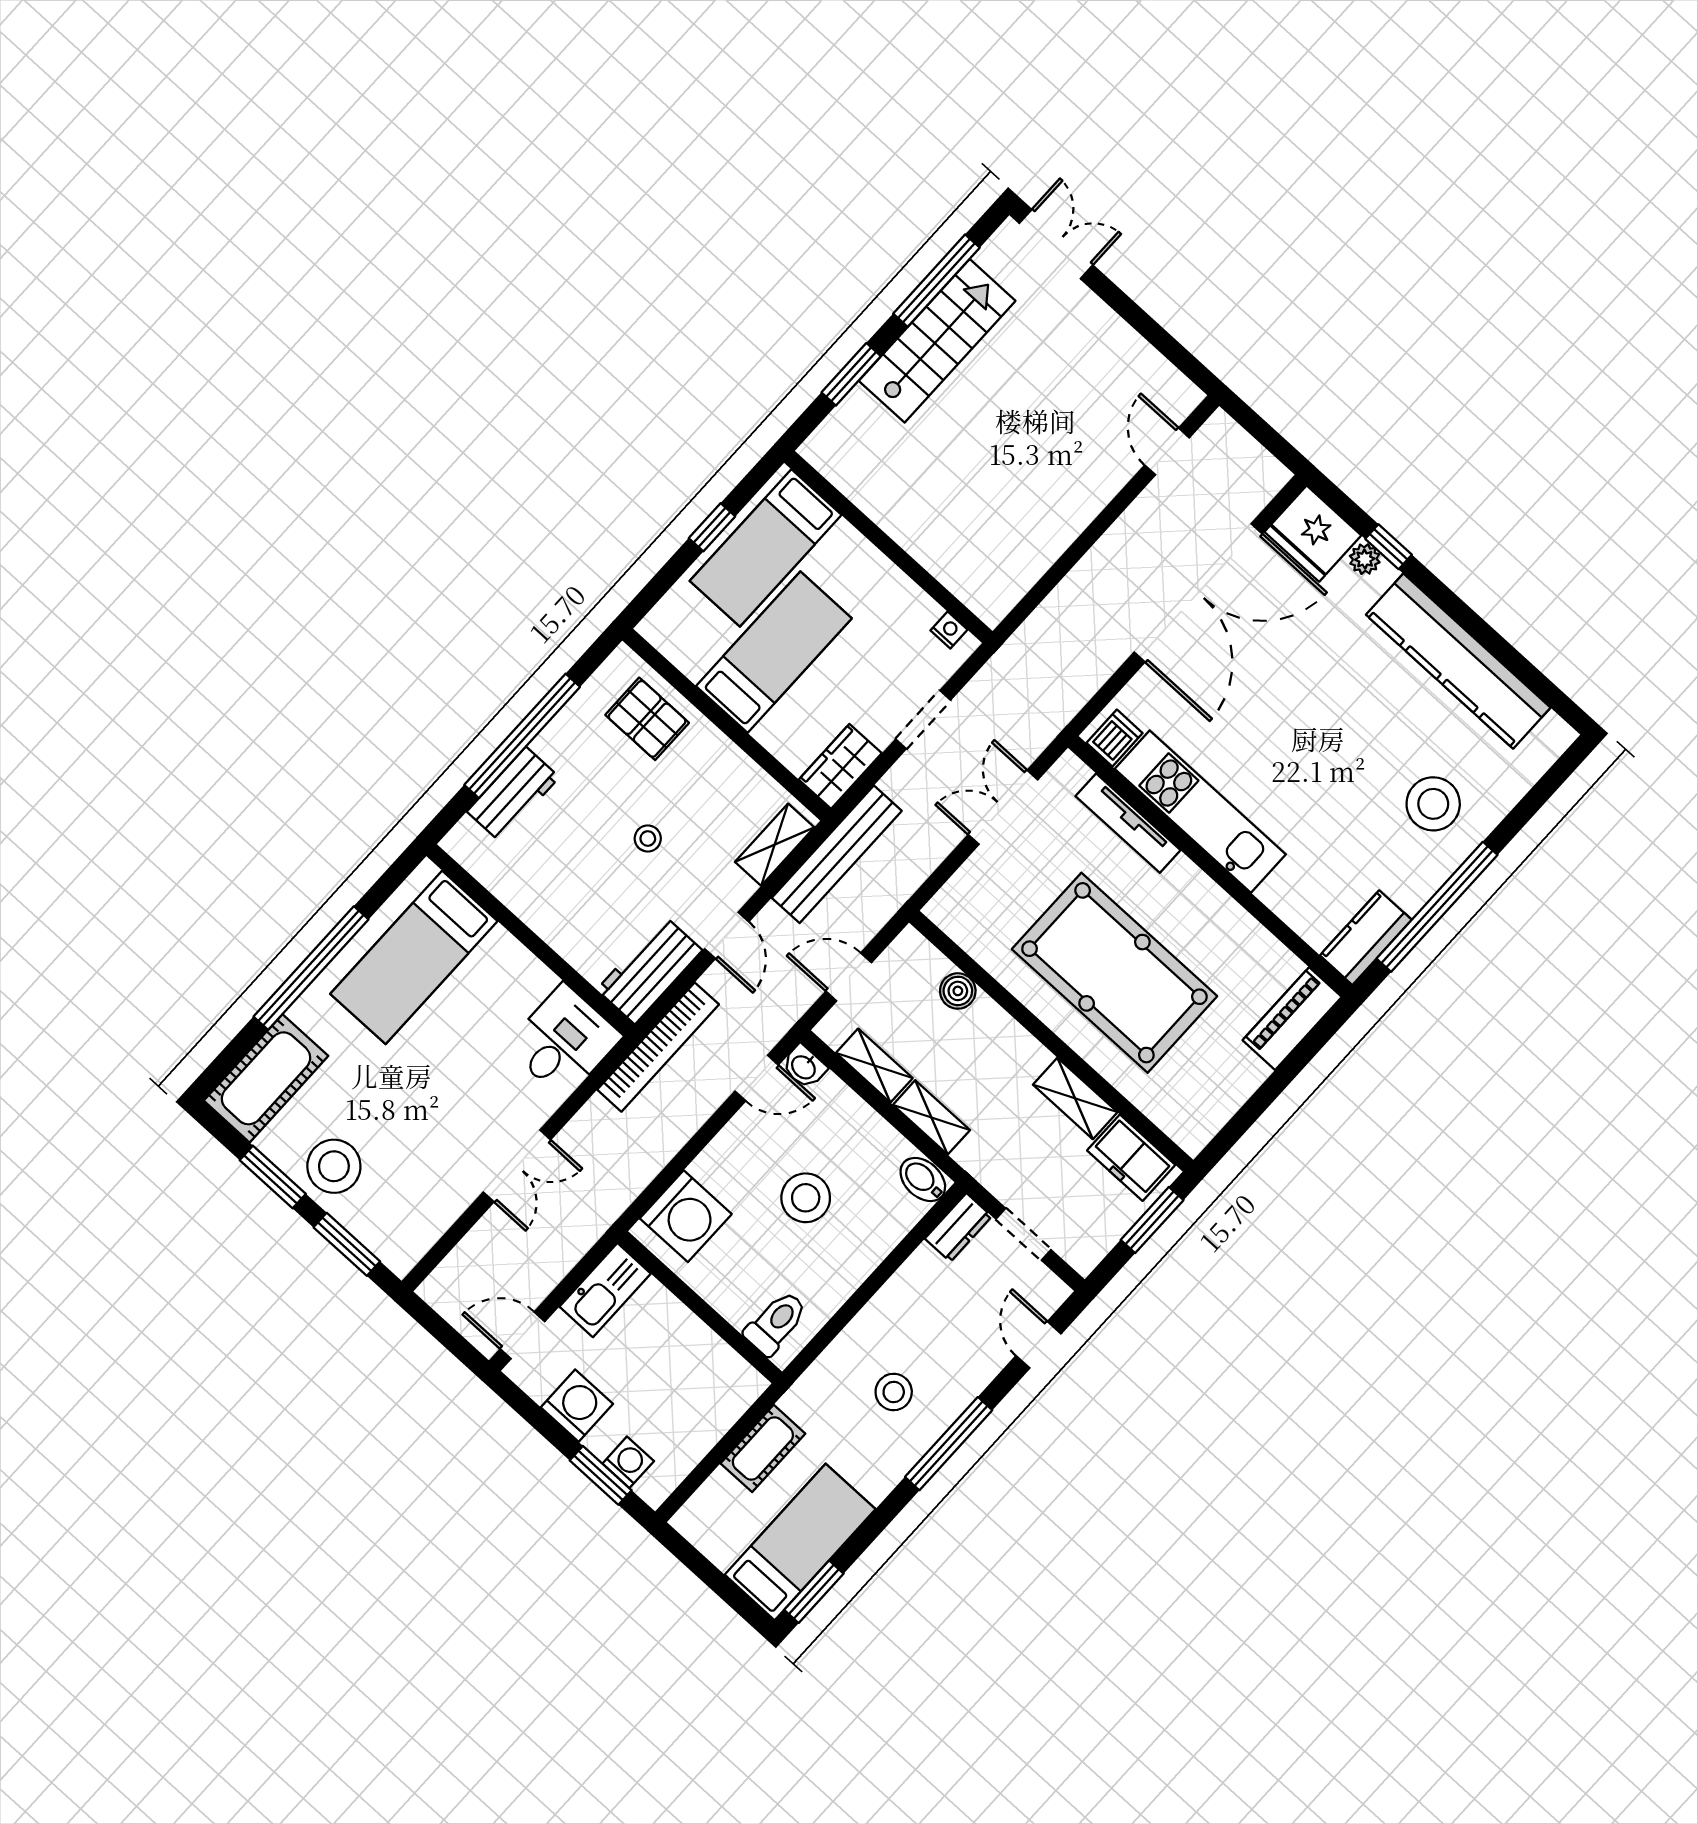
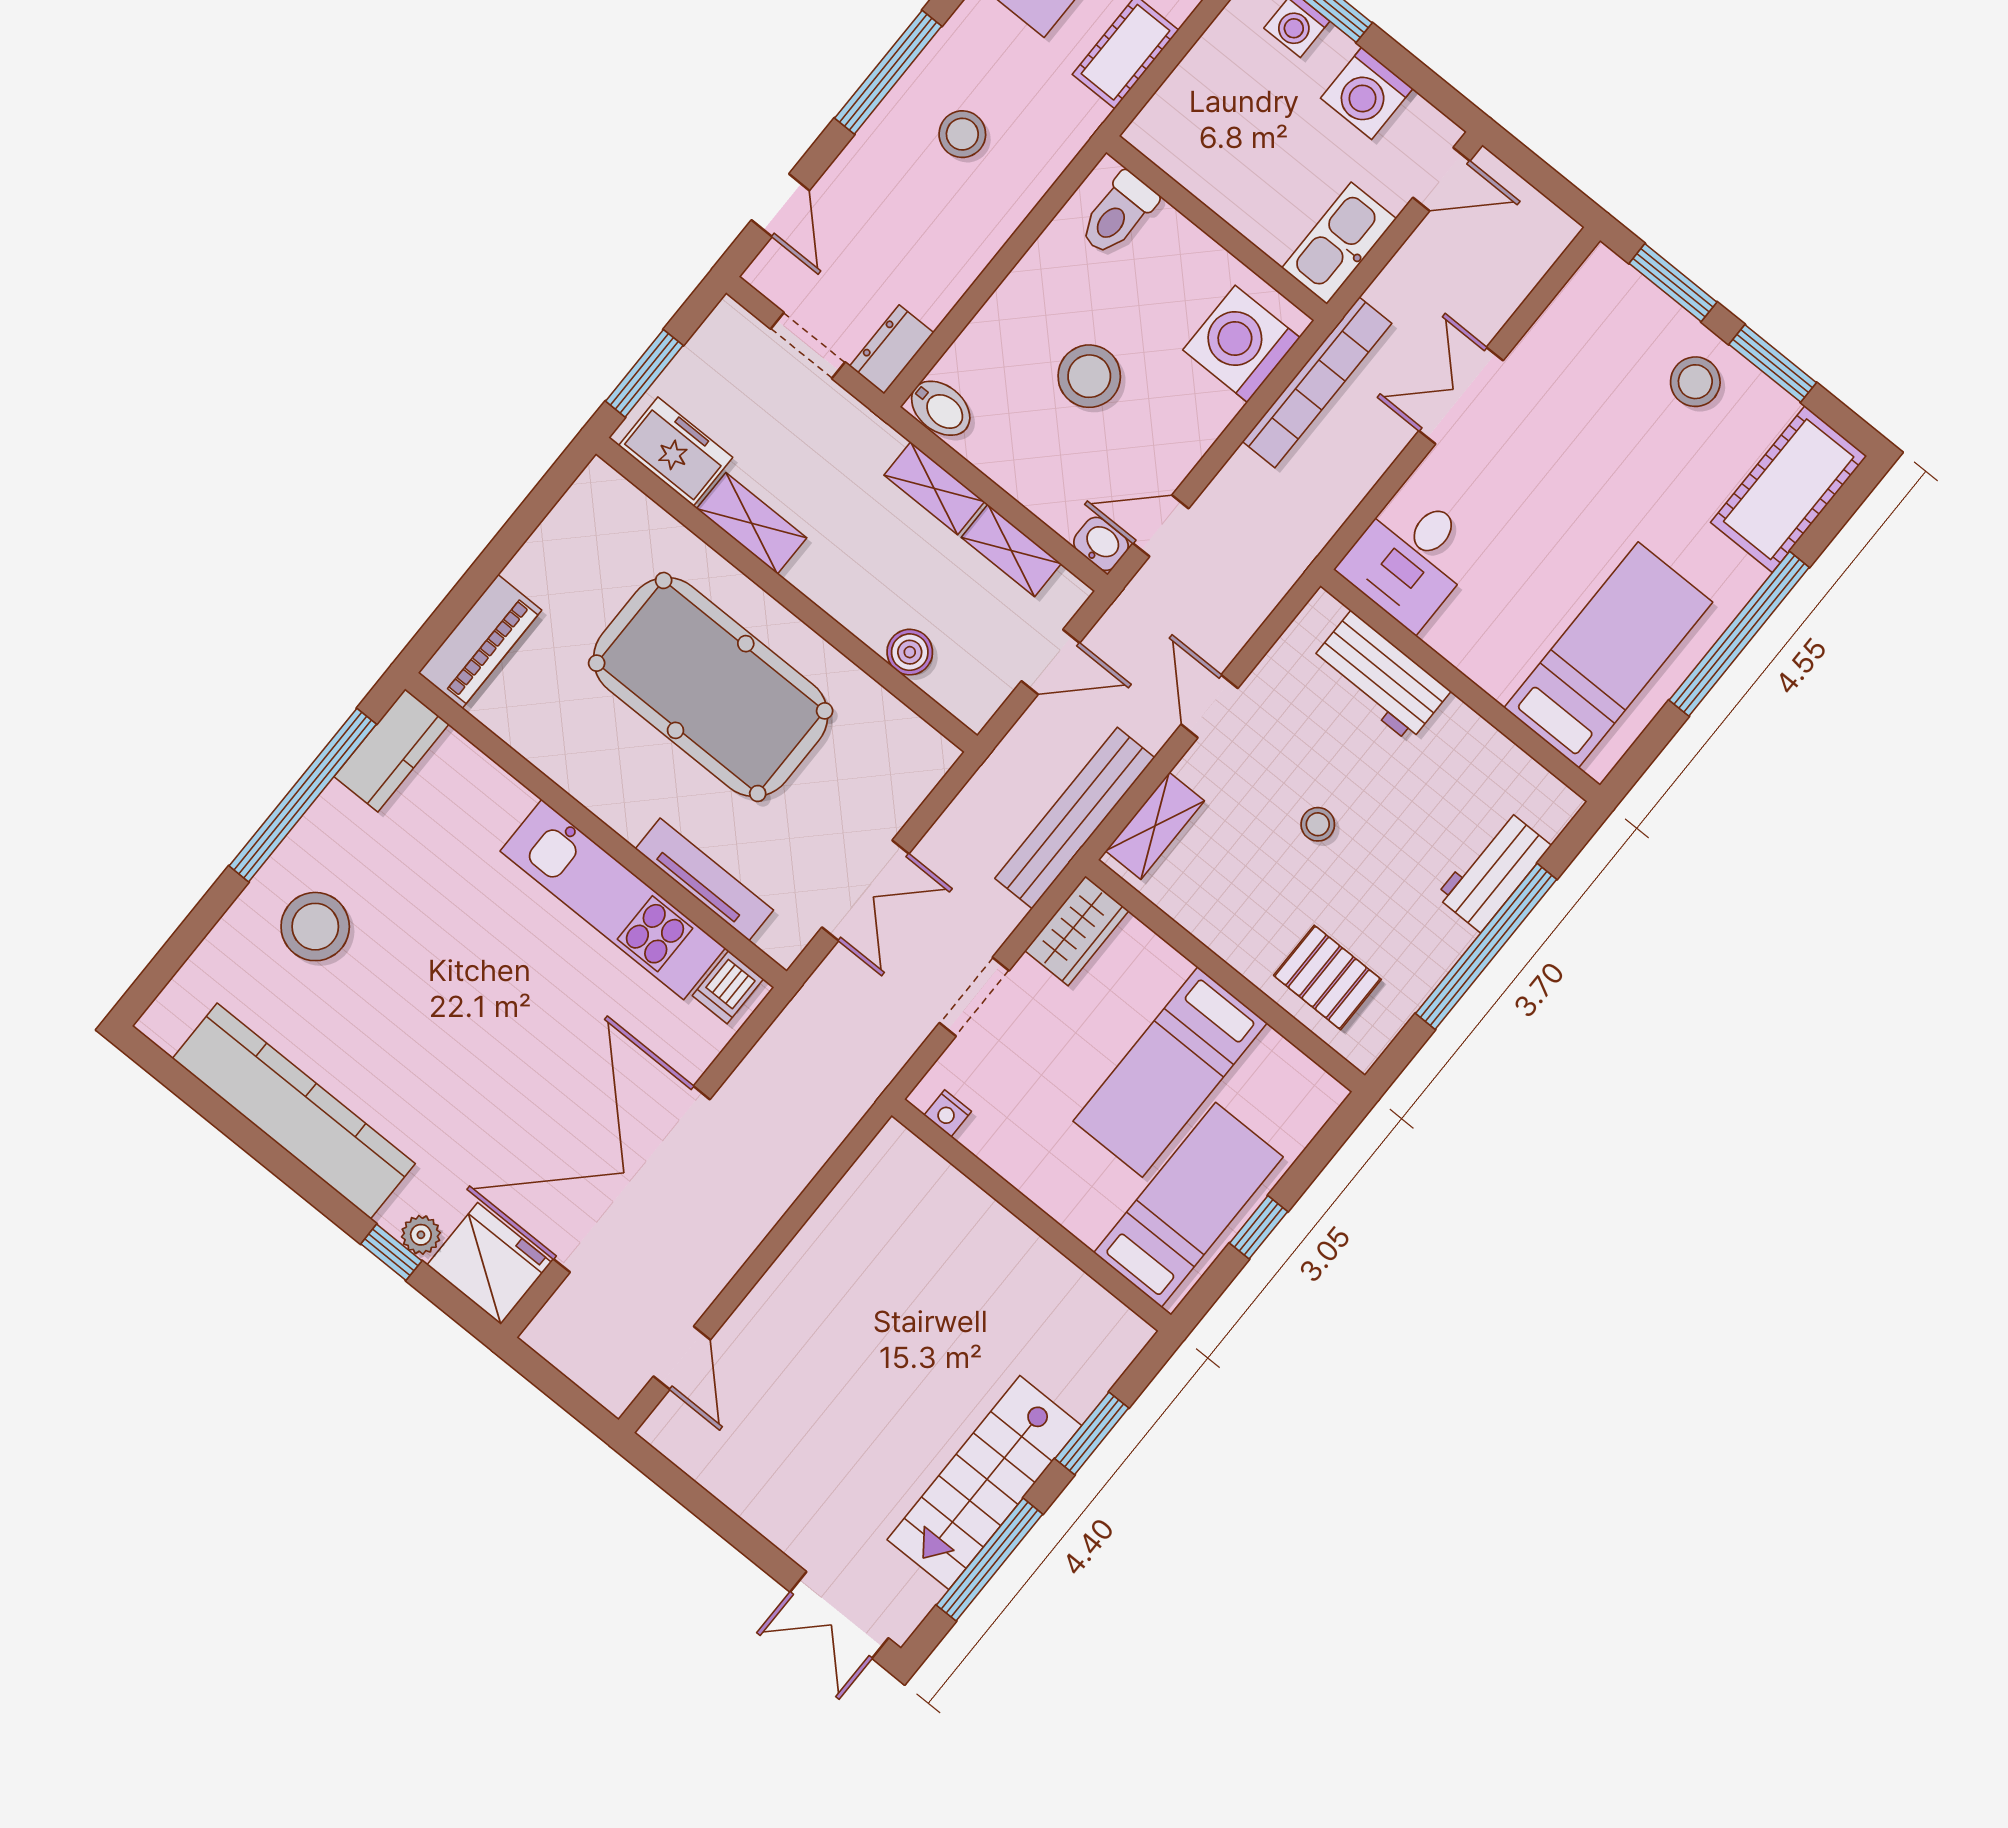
workbench: (650, 970) -> (1380, 676), moved, turned 90
bookcase: (658, 1047) -> (1317, 382), moved, turned 180
stool: (334, 1166) -> (1695, 382), width x0.73, depth x0.73

